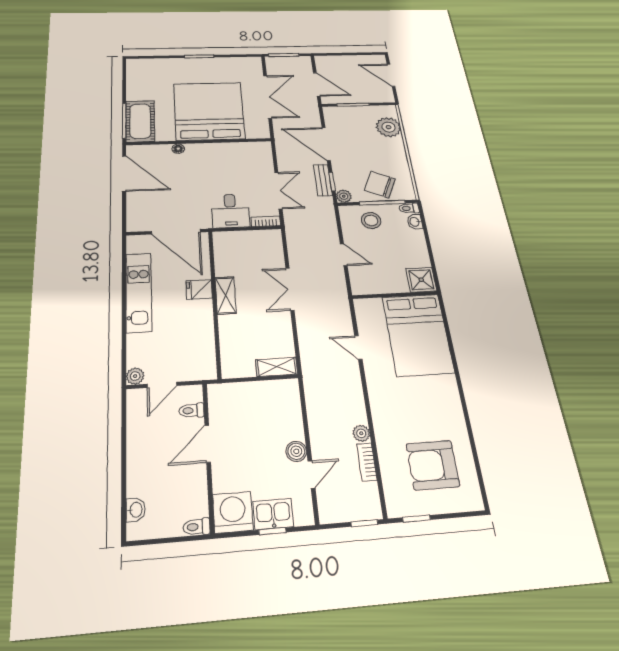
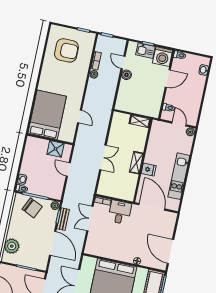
stool: (371, 220) -> (46, 186), removed
shower: (421, 280) -> (56, 149), moved
shelving: (277, 367) -> (140, 121), moved
door: (162, 385) -> (179, 124), hinge flipped
door: (208, 444) -> (168, 79), moved
door: (311, 474) -> (123, 63), hinge flipped

